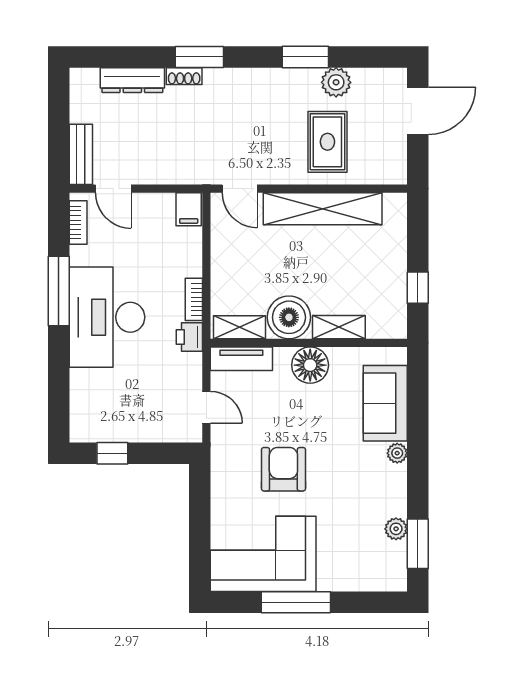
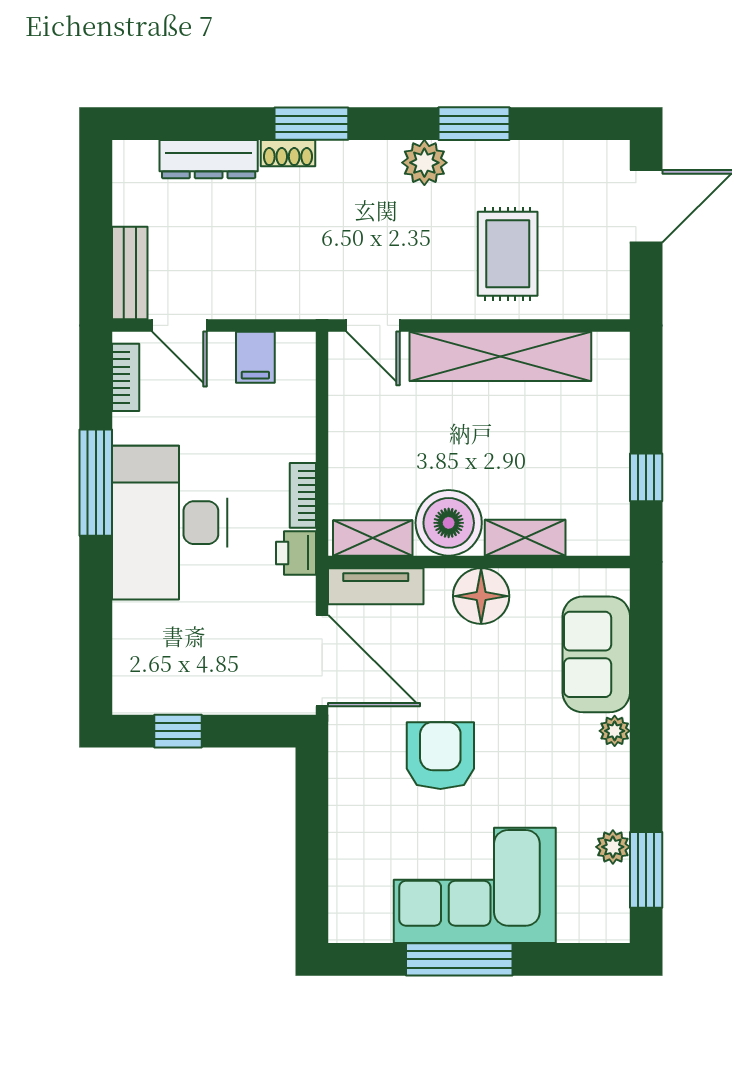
plant: (336, 82) -> (424, 163), moved
filing cabinet: (189, 209) -> (255, 357), moved
door: (206, 407) -> (322, 661), width x1.87
corner sofa: (263, 554) -> (475, 885), moved

